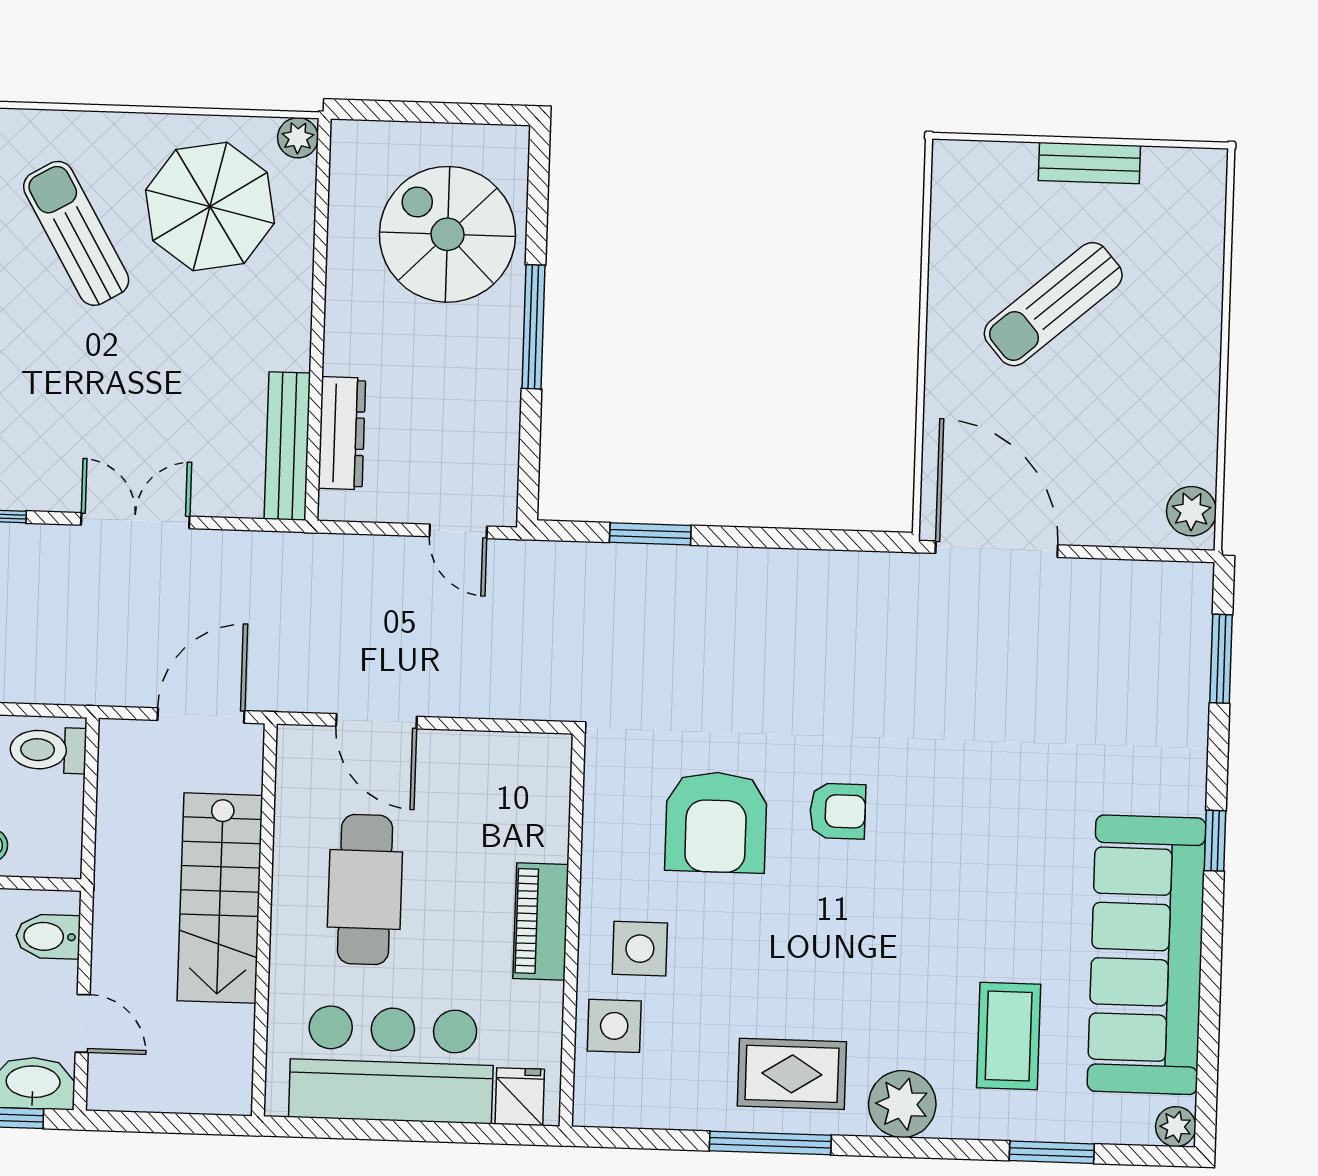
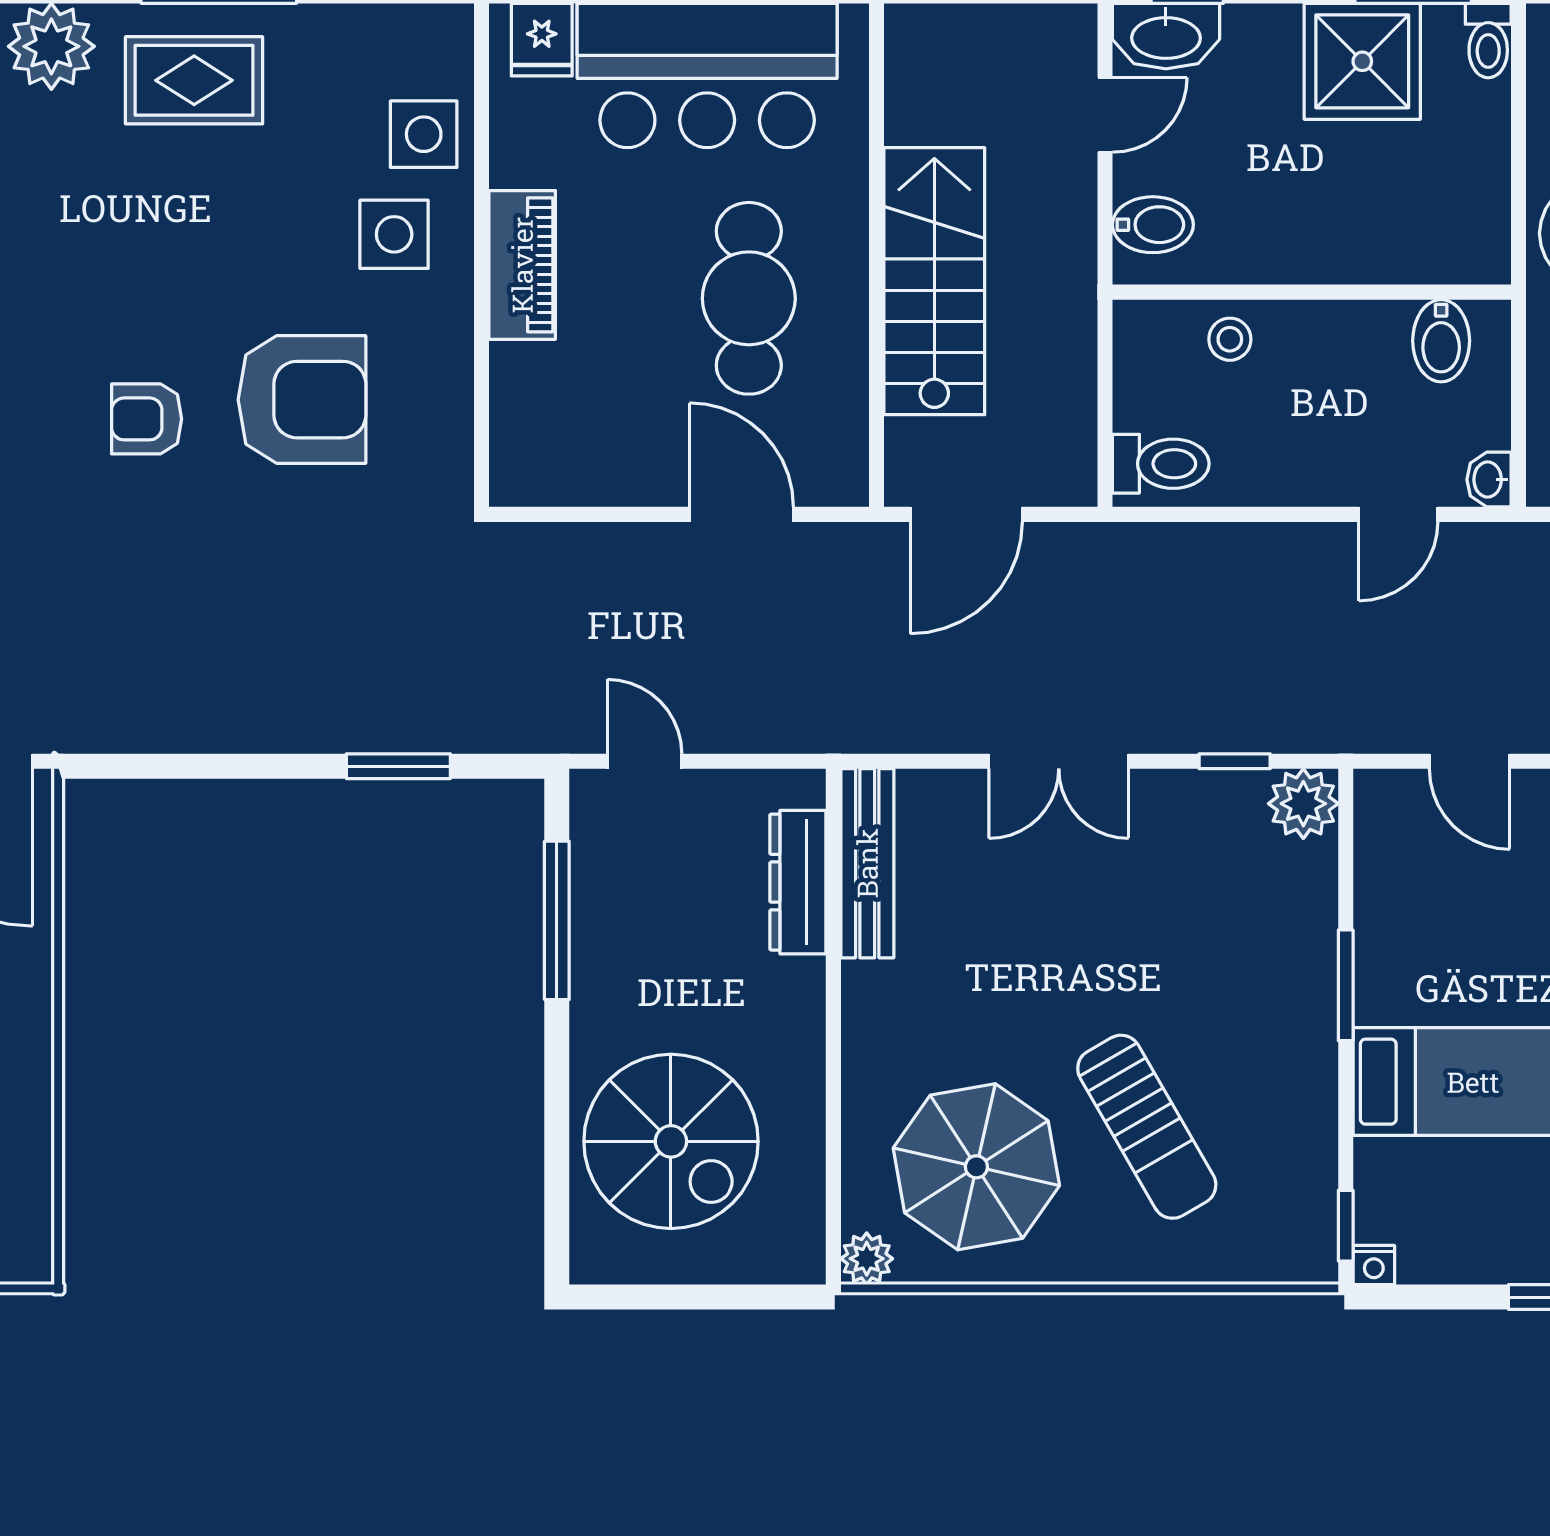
window: (533, 327) -> (557, 920), moved
armchair: (716, 822) -> (302, 400), turned 90
door: (83, 1023) -> (1105, 115), swing flipped

